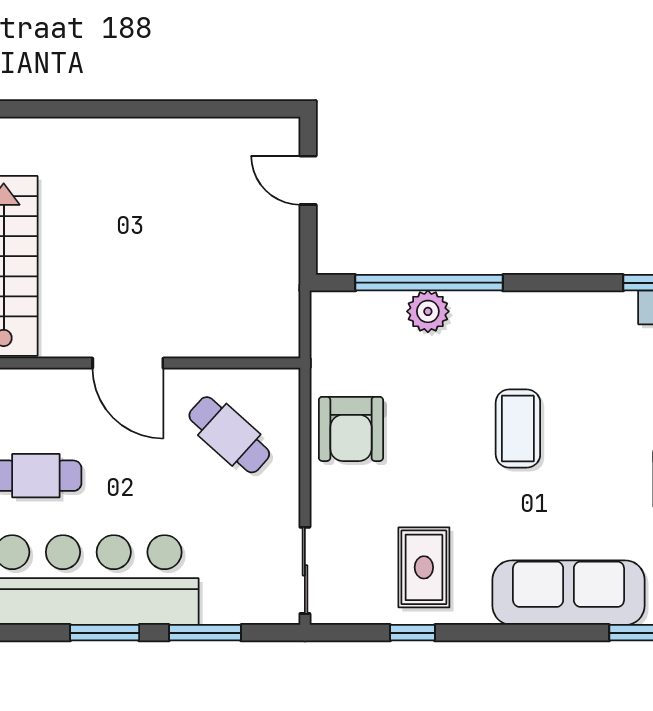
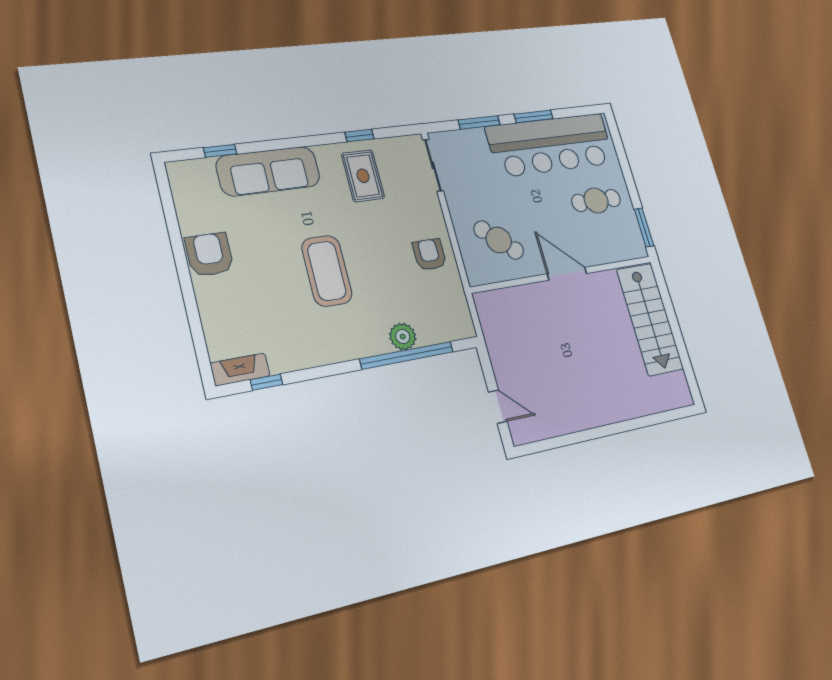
coffee table: (518, 428) -> (327, 271), width x1.36, depth x1.32
armchair: (351, 429) -> (429, 255), width x0.72, depth x0.72

